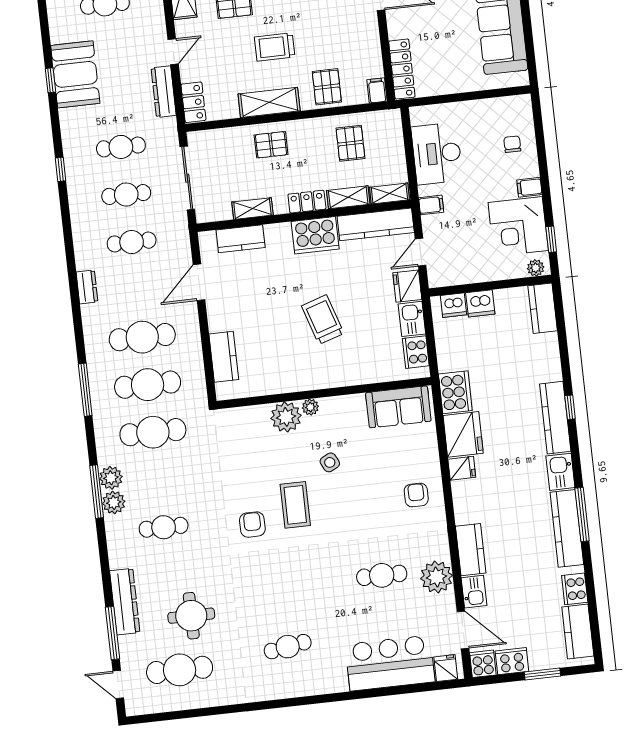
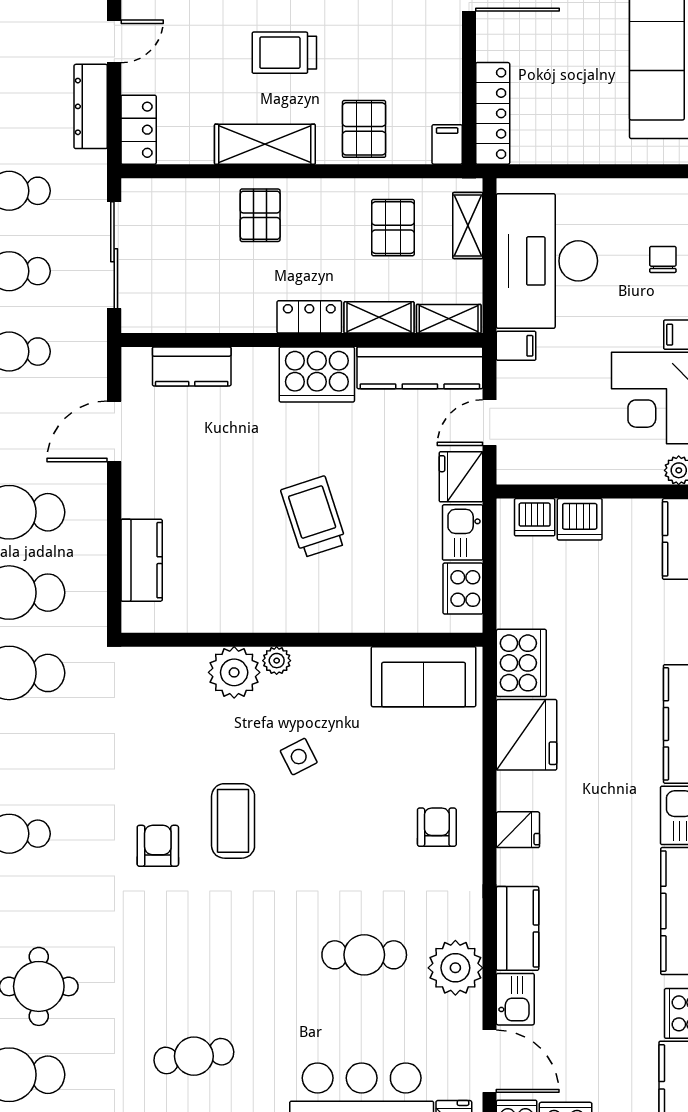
pallet: (271, 145) -> (260, 215), turned 90
desk: (437, 154) -> (547, 261), width x1.36, depth x1.30
shelving: (252, 209) -> (468, 225), moved, turned 90
fridge: (462, 468) -> (518, 830), moved

